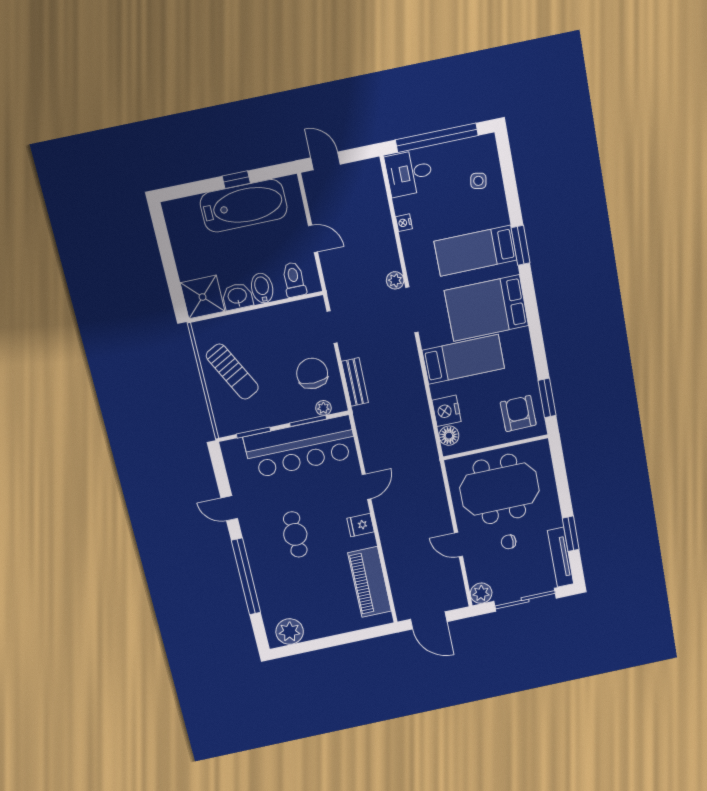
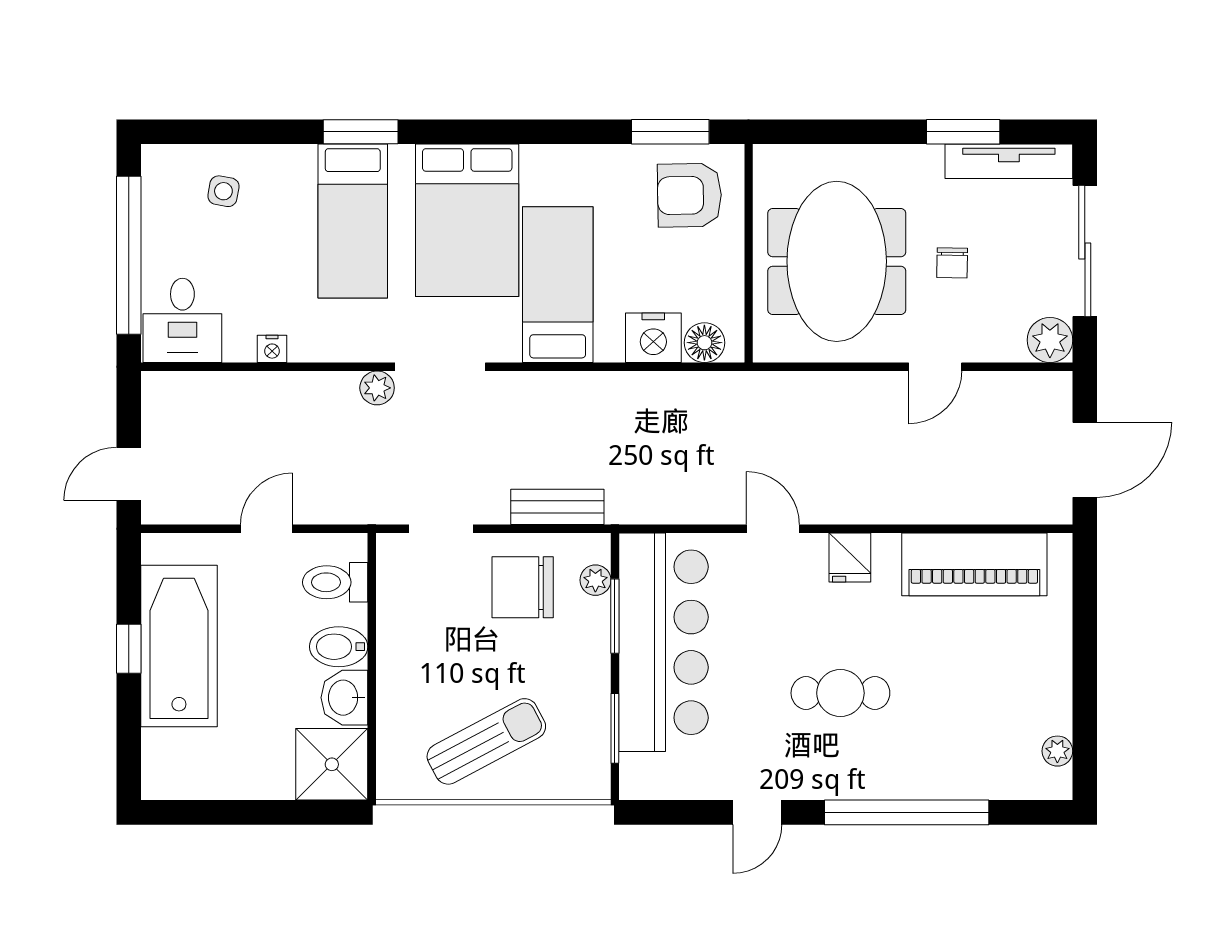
plant: (290, 632) -> (1057, 751), width x0.53, depth x0.53

